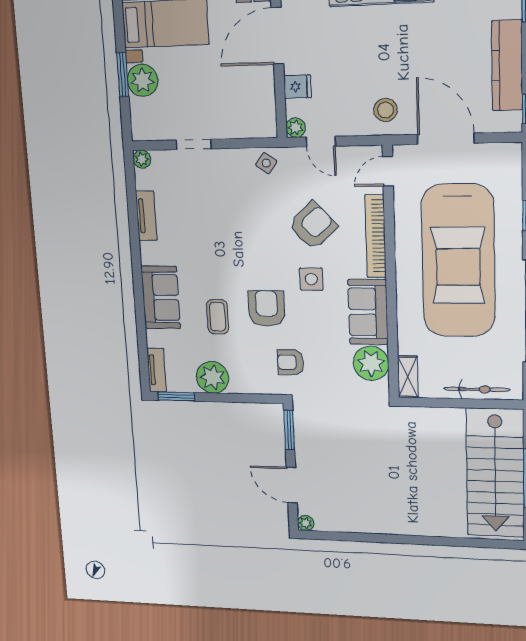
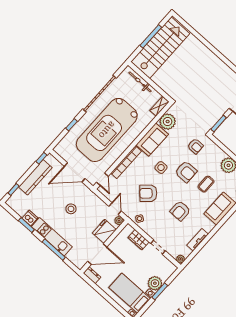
fridge: (298, 87) -> (104, 231), width x1.88, depth x1.34
stool: (386, 110) -> (71, 209), moved
wardrobe: (235, 126) -> (139, 240), added
door: (446, 139) -> (75, 172), hinge flipped
door: (388, 171) -> (102, 179), hinge flipped
armchair: (313, 226) -> (148, 193), moved
armchair: (216, 237) -> (180, 211), added
car: (458, 261) -> (107, 130), turned 180
armchair: (267, 308) -> (186, 172), turned -90

